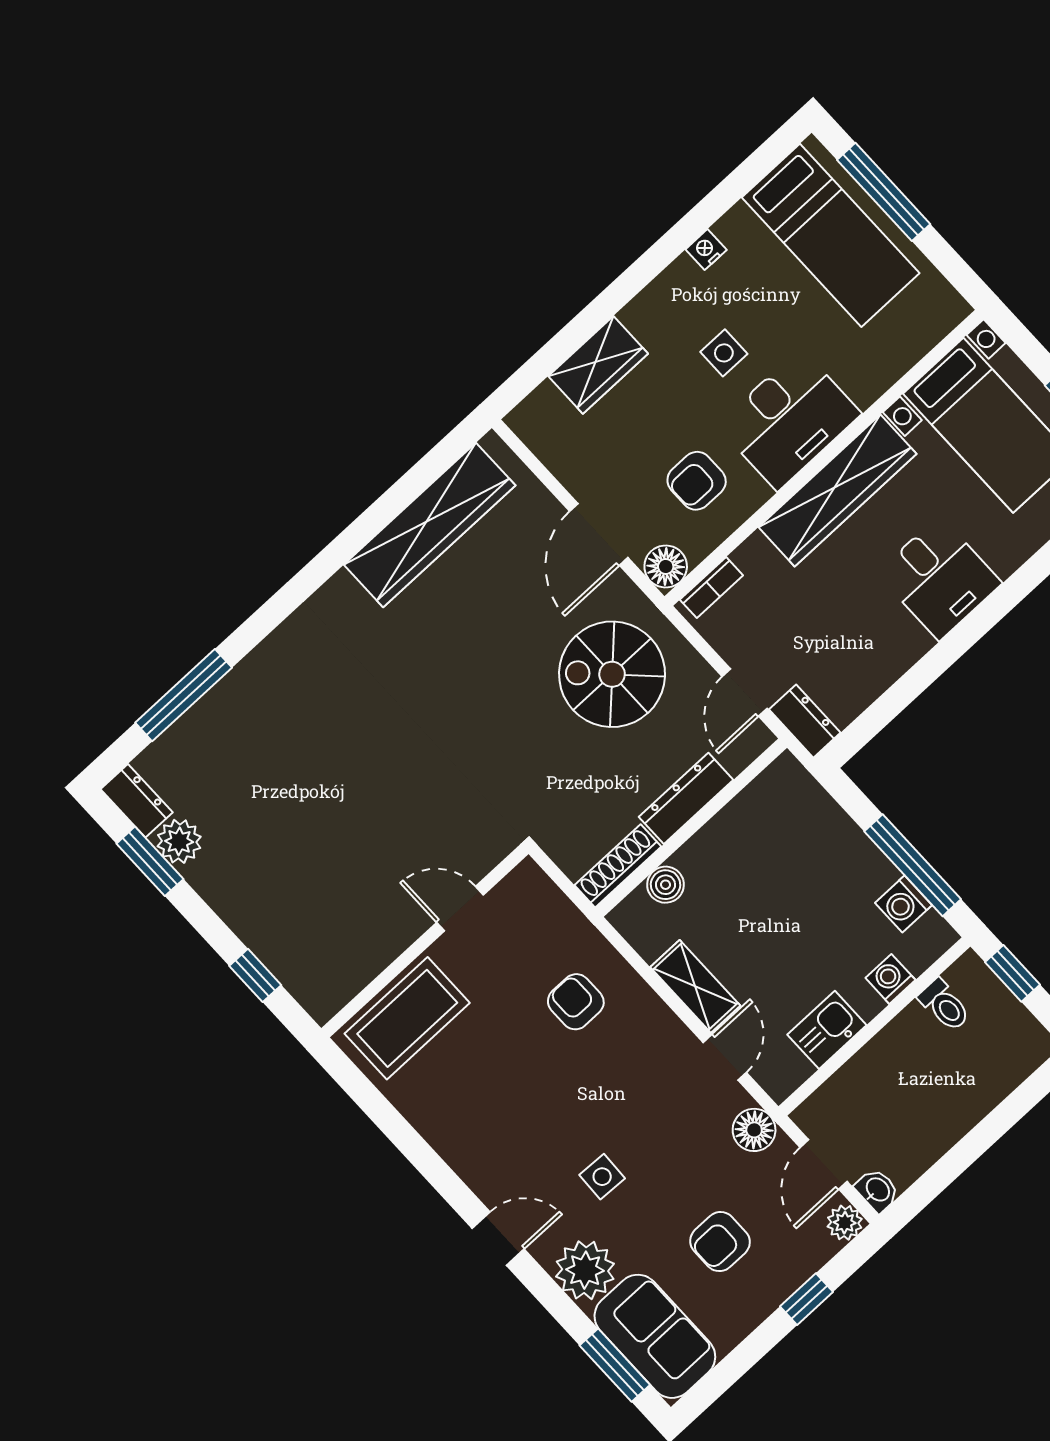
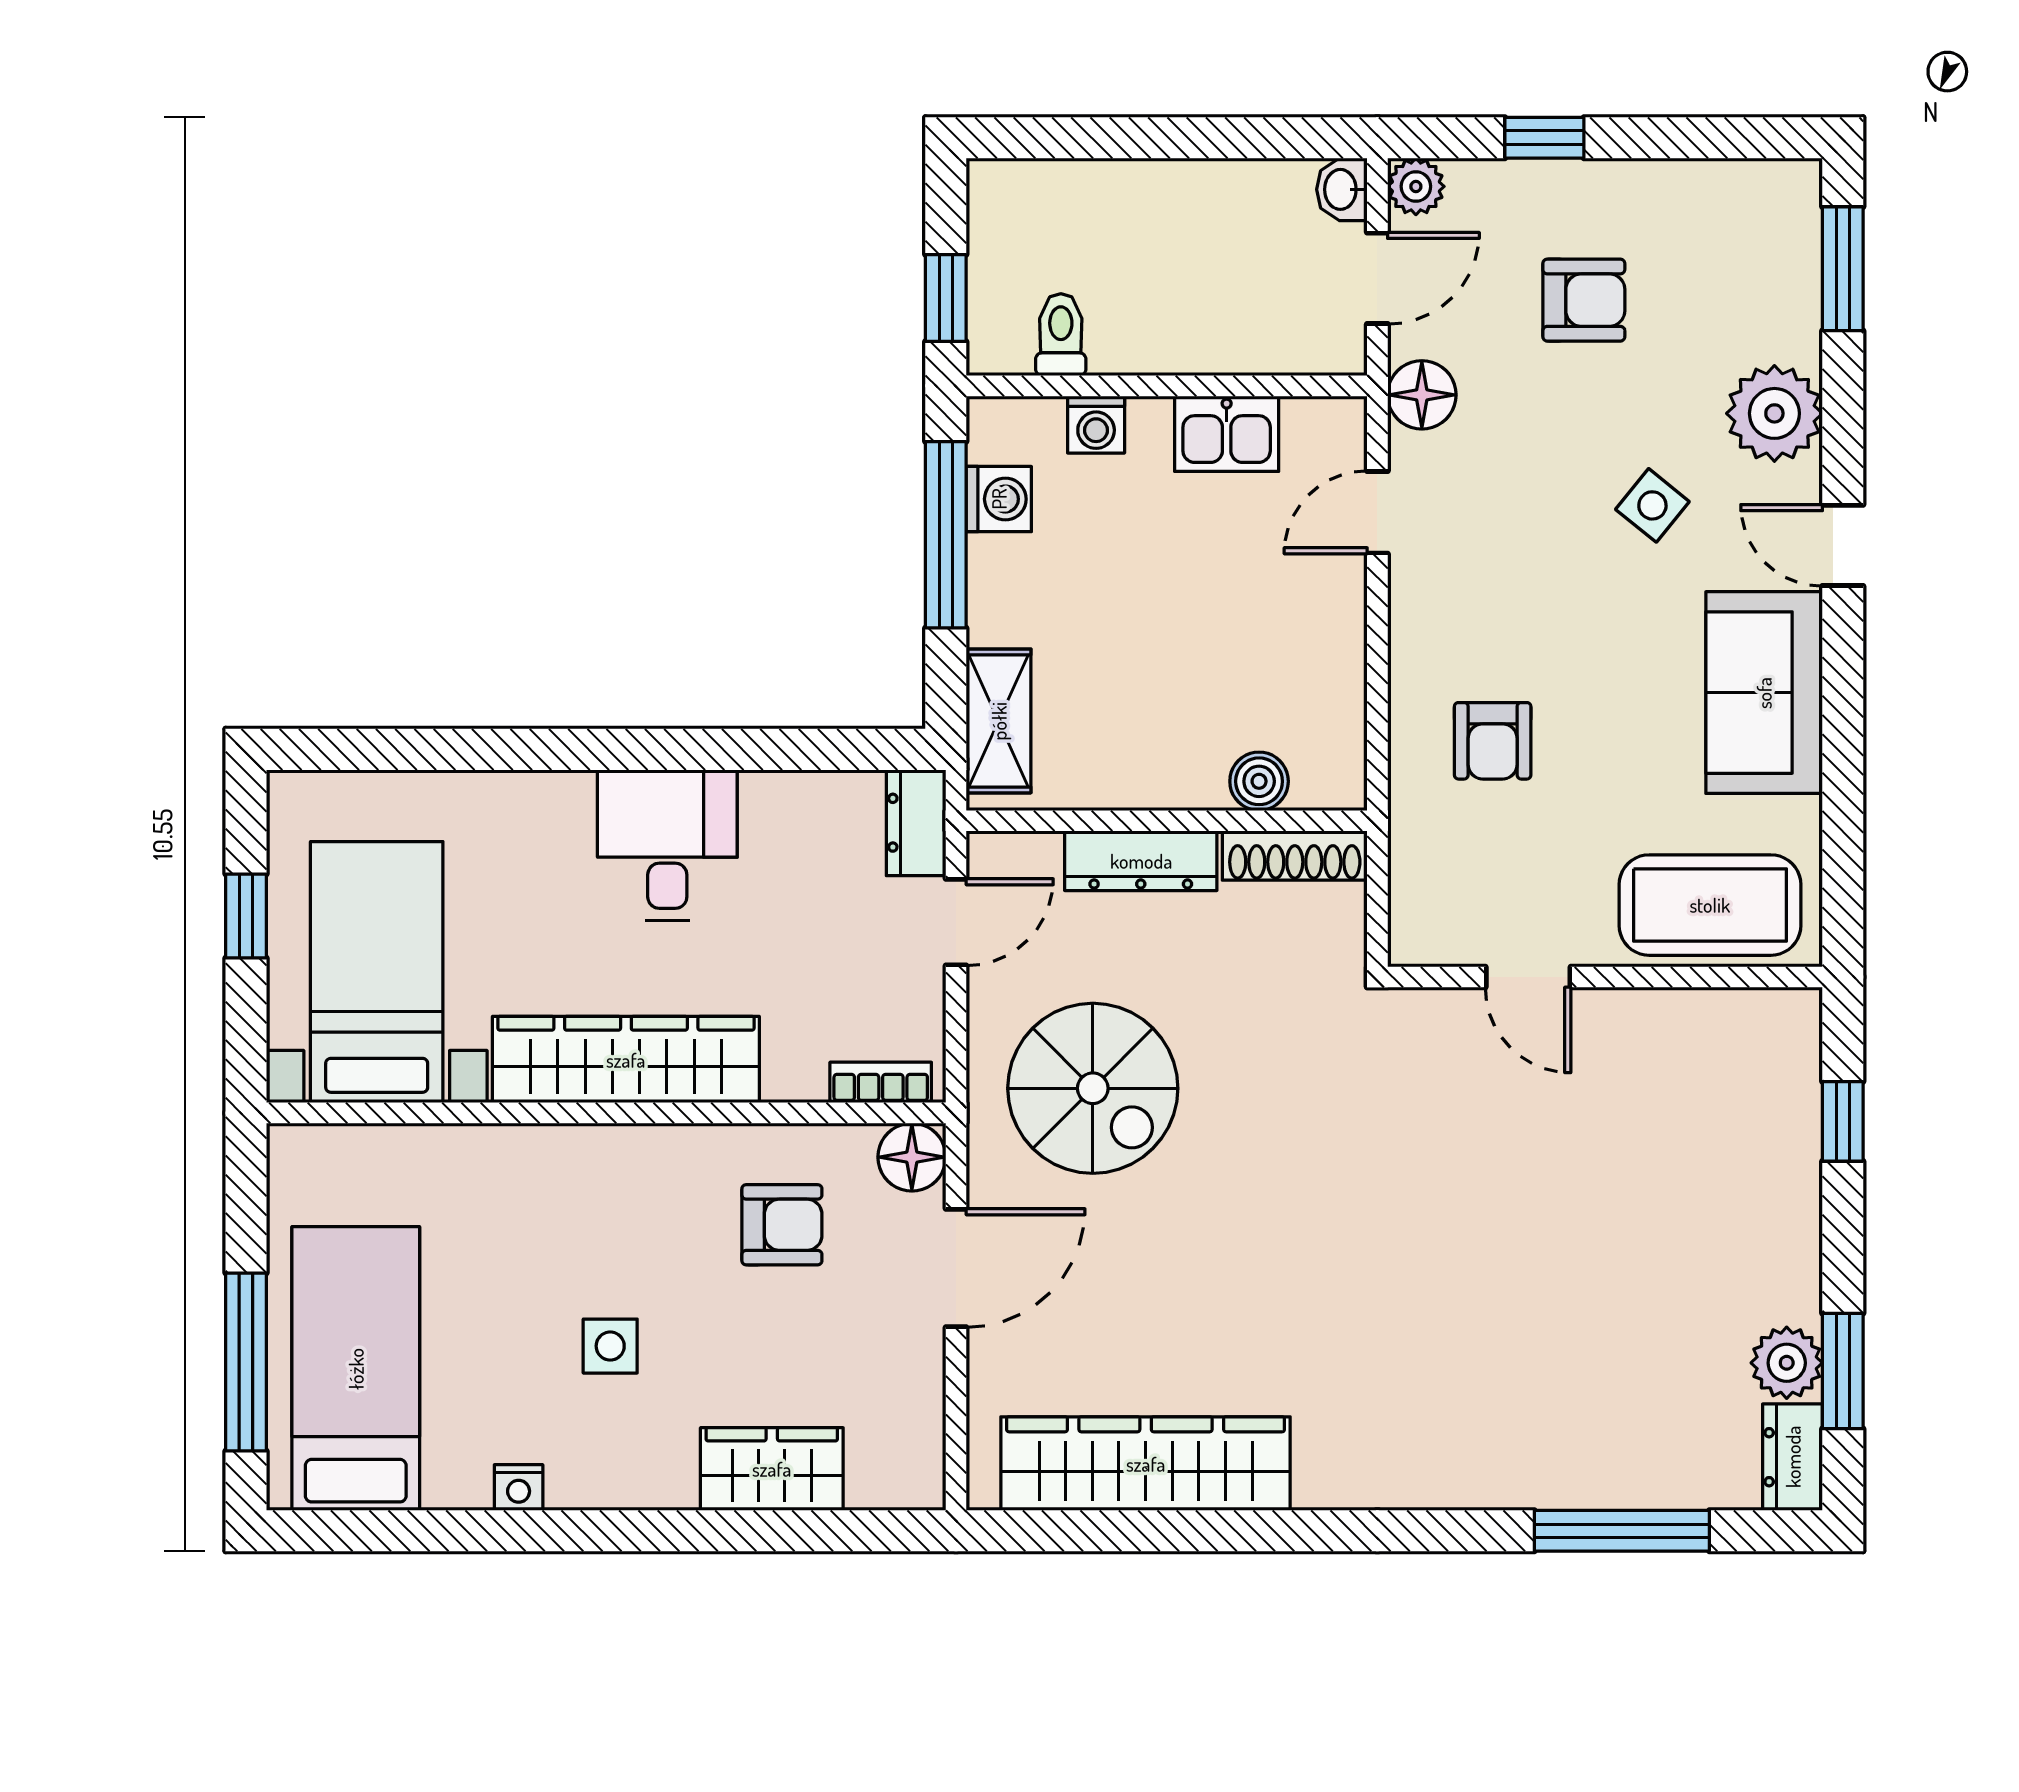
desk: (789, 420) -> (606, 1196), removed
desk: (939, 578) -> (667, 845), moved
shelving: (695, 986) -> (999, 721), moved
side table: (602, 1177) -> (1652, 505), turned 37
sofa: (655, 1336) -> (1764, 693), moved

